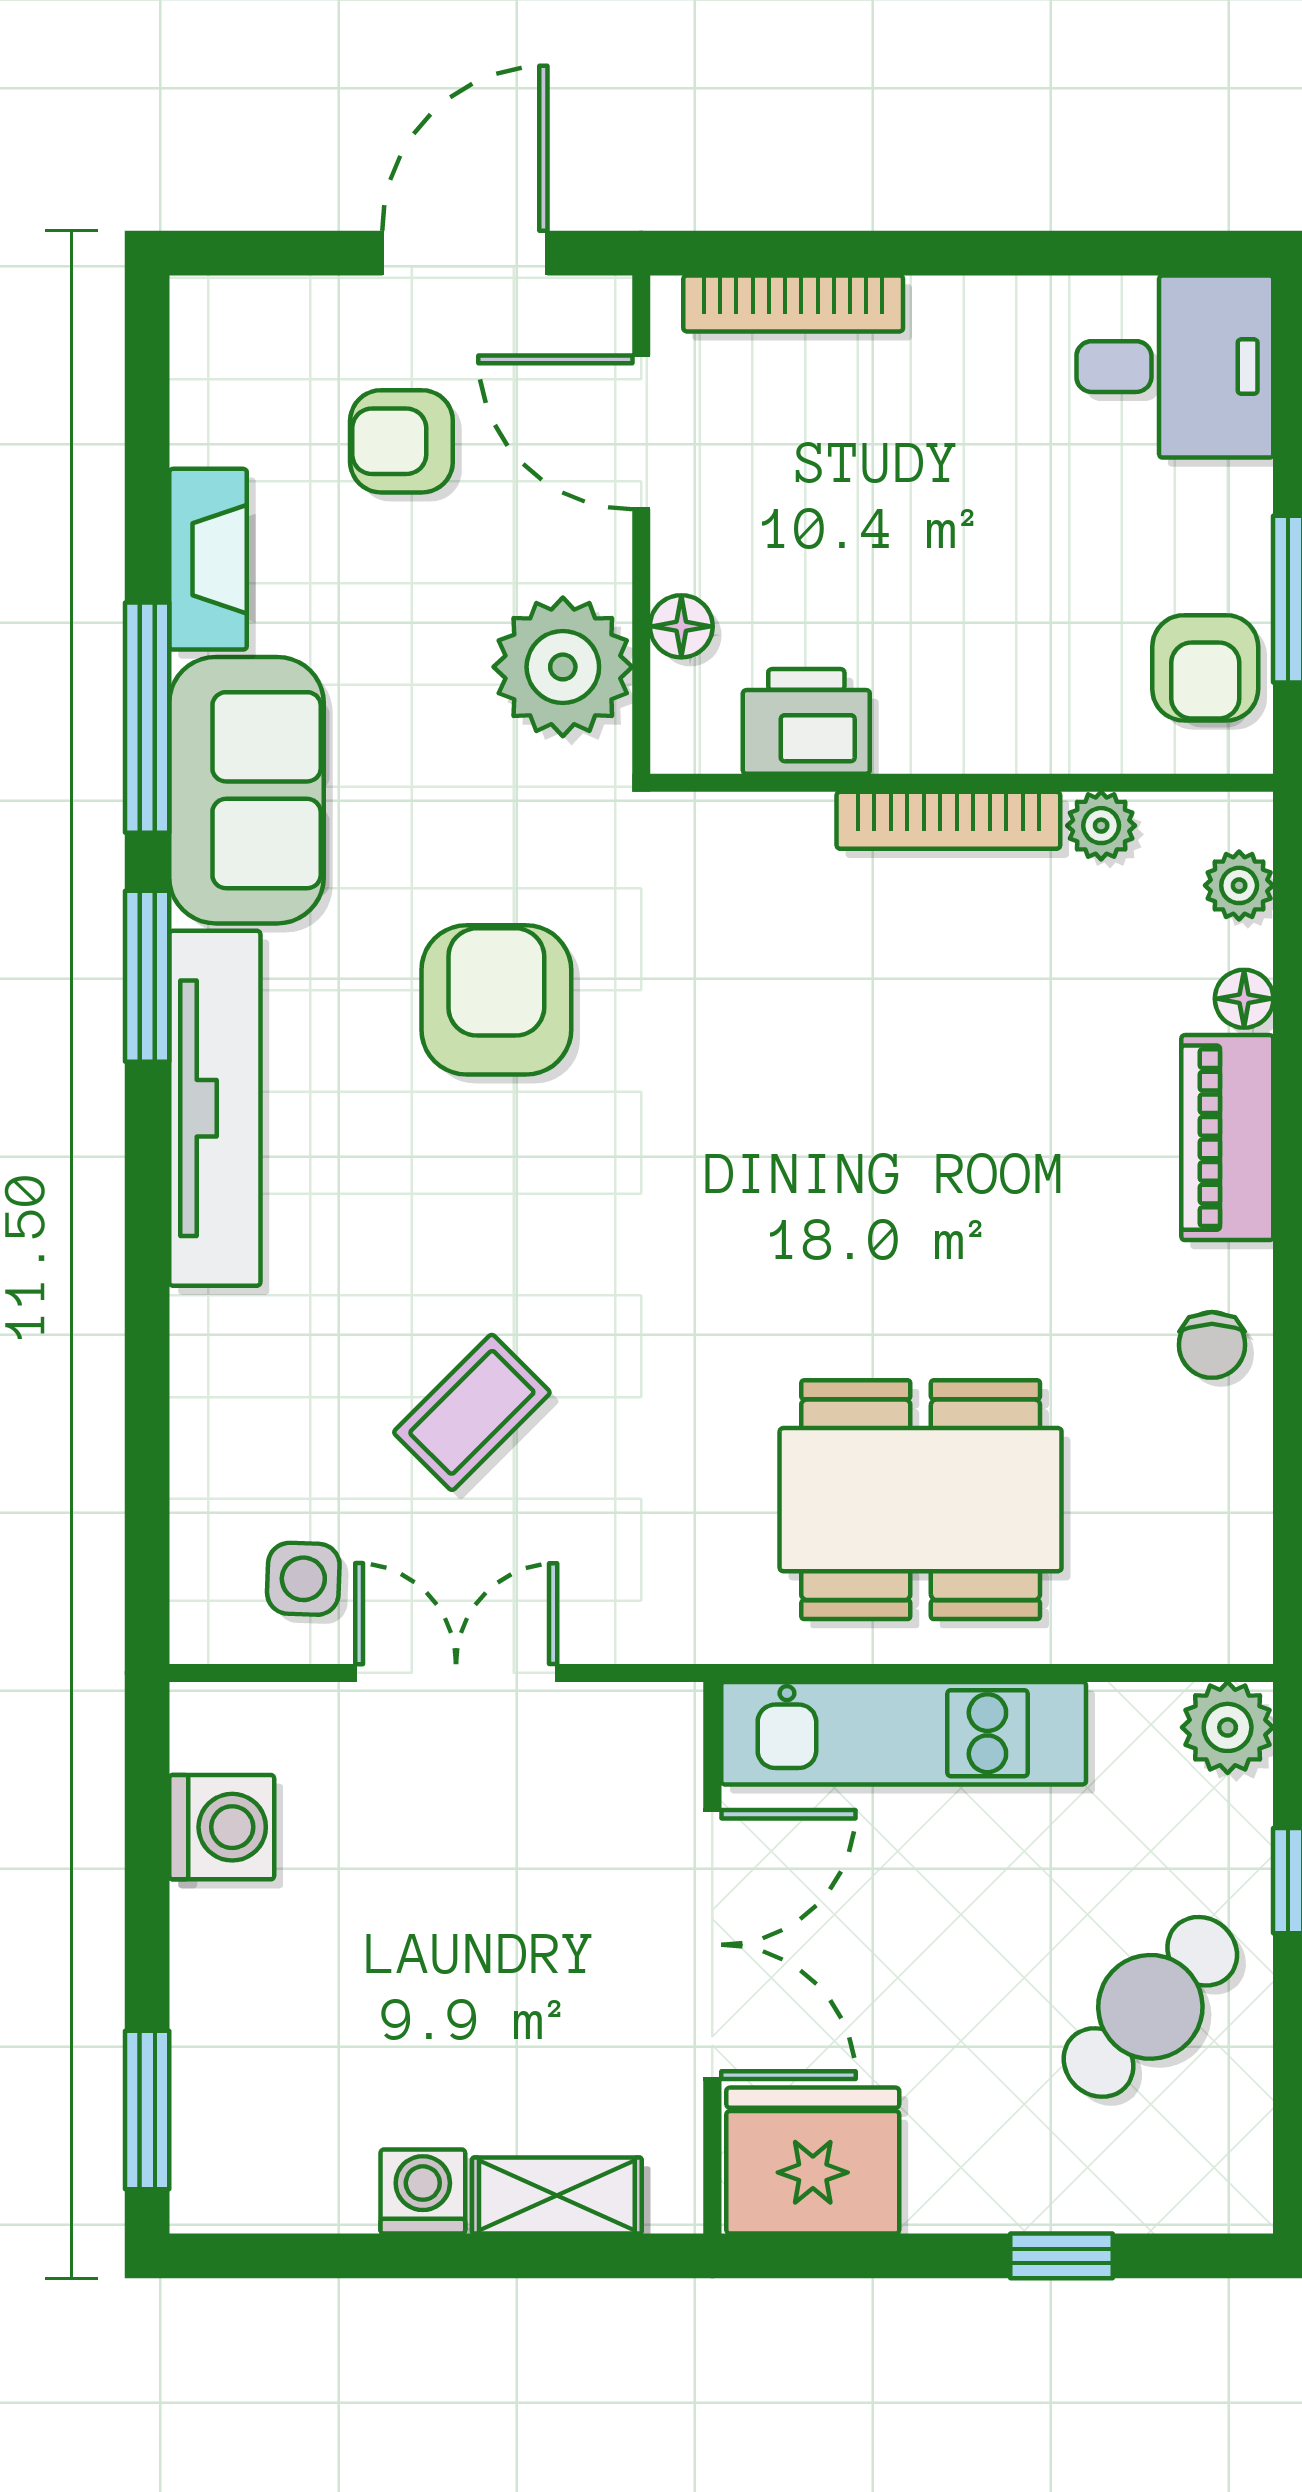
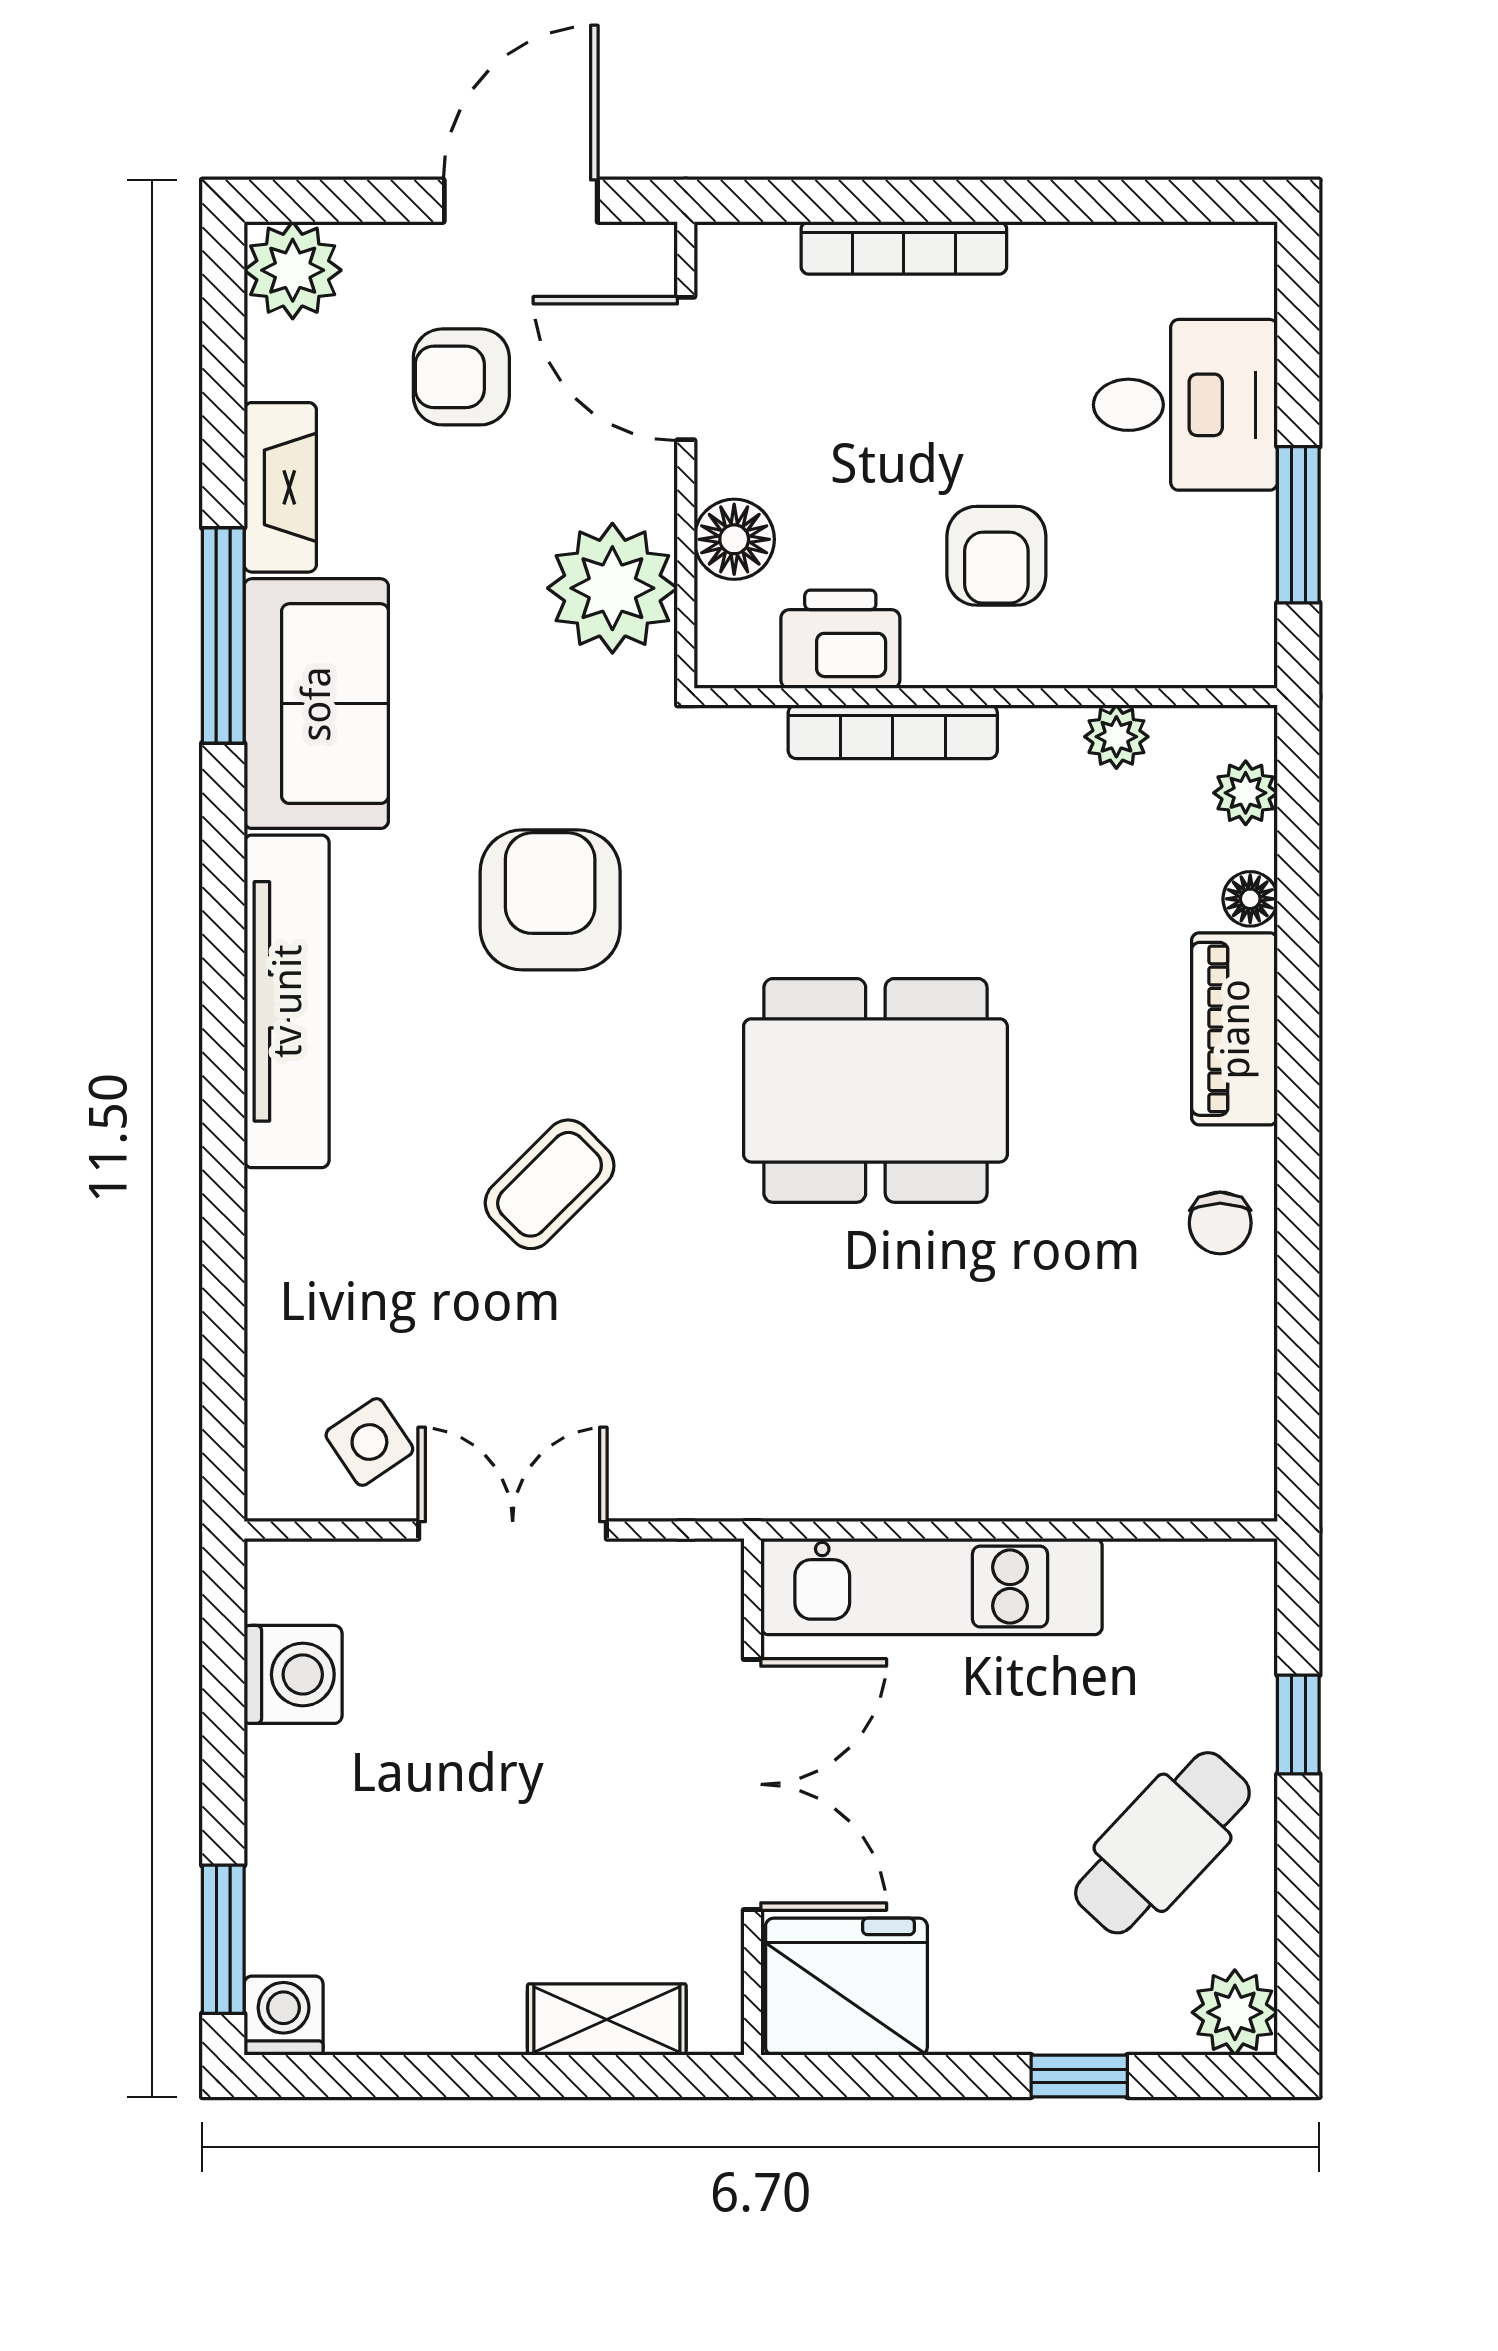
bookcase: (793, 303) -> (904, 248), moved
plant: (221, 327) -> (293, 270), added
desk: (1175, 367) -> (1185, 405), moved
floor lamp: (681, 626) -> (734, 539), width x1.37, depth x1.37
armchair: (1205, 668) -> (996, 556), moved
bookcase: (948, 820) -> (893, 732), moved
window: (147, 976) -> (223, 878), removed
coffee table: (472, 1412) -> (550, 1184), moved
dining table: (921, 1500) -> (875, 1090), moved
side table: (303, 1579) -> (369, 1442), turned -36
plant: (1228, 1727) -> (1235, 2012), moved
washing machine: (423, 2192) -> (284, 2016), moved

